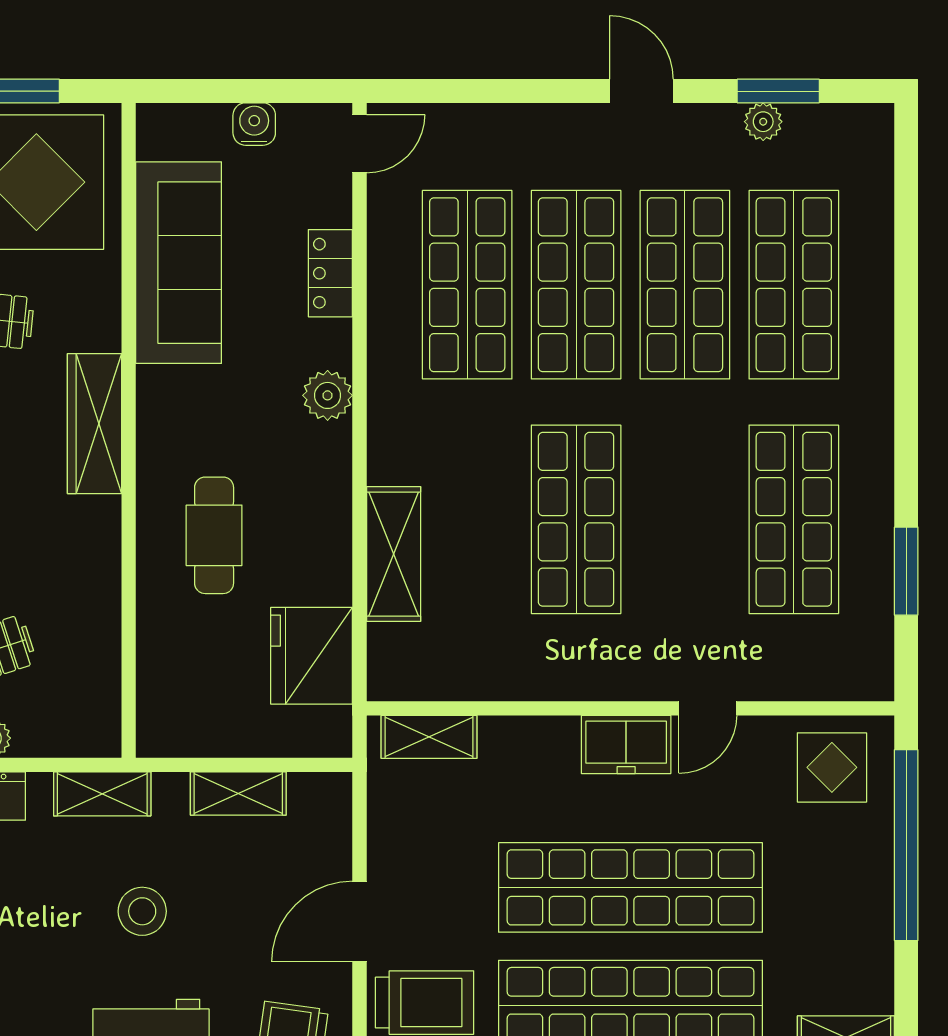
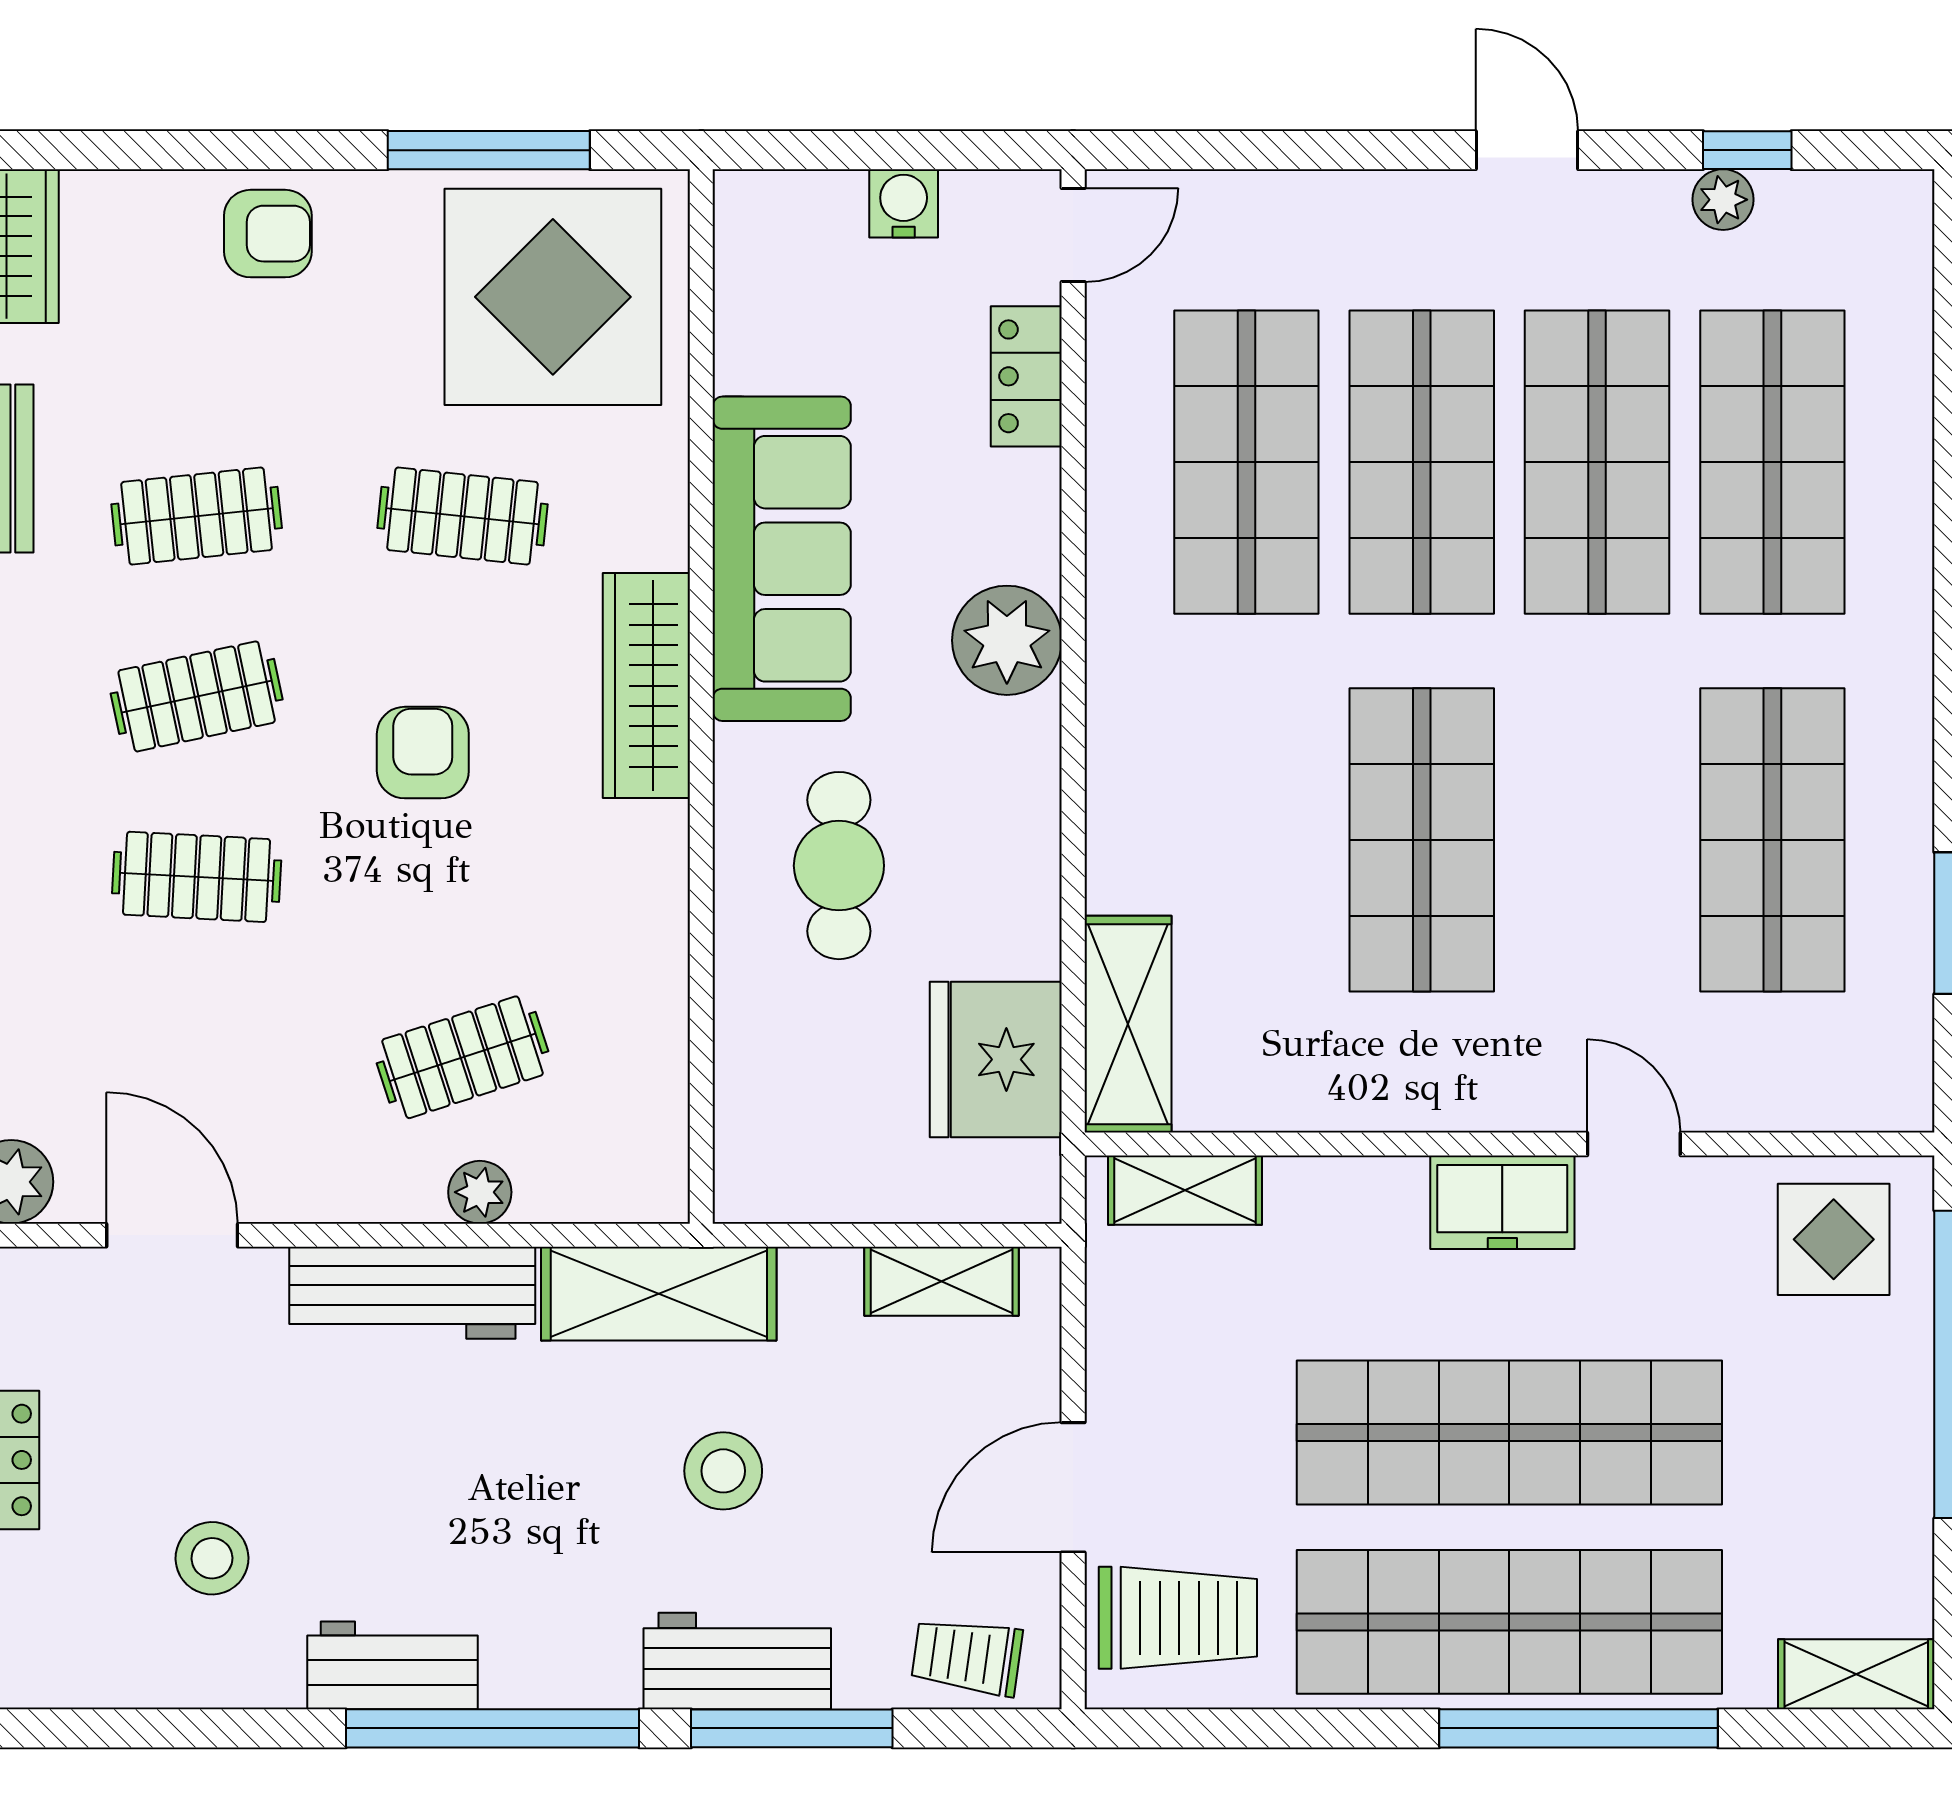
window: (778, 91) -> (1747, 150), width x0.67
sofa: (179, 263) -> (782, 559), moved
locker: (330, 273) -> (1026, 376), moved
plant: (328, 395) -> (1007, 640), width x1.36, depth x1.36
shelving: (394, 554) -> (1128, 1024), moved
door: (708, 708) -> (1634, 1144), swing flipped
shelving: (238, 793) -> (942, 1281), moved
shelving: (102, 794) -> (659, 1294), width x1.50, depth x1.33

